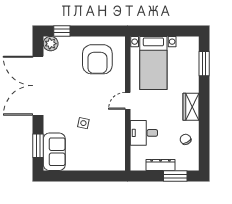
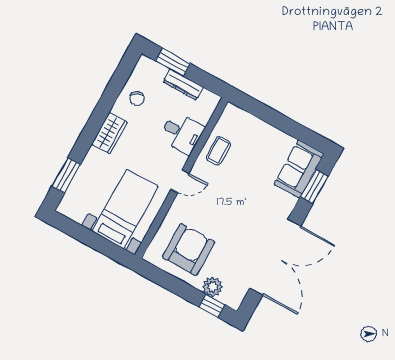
plant: (51, 44) -> (213, 287), moved
side table: (83, 123) -> (246, 184), removed
coffee table: (114, 135) -> (218, 151), added

